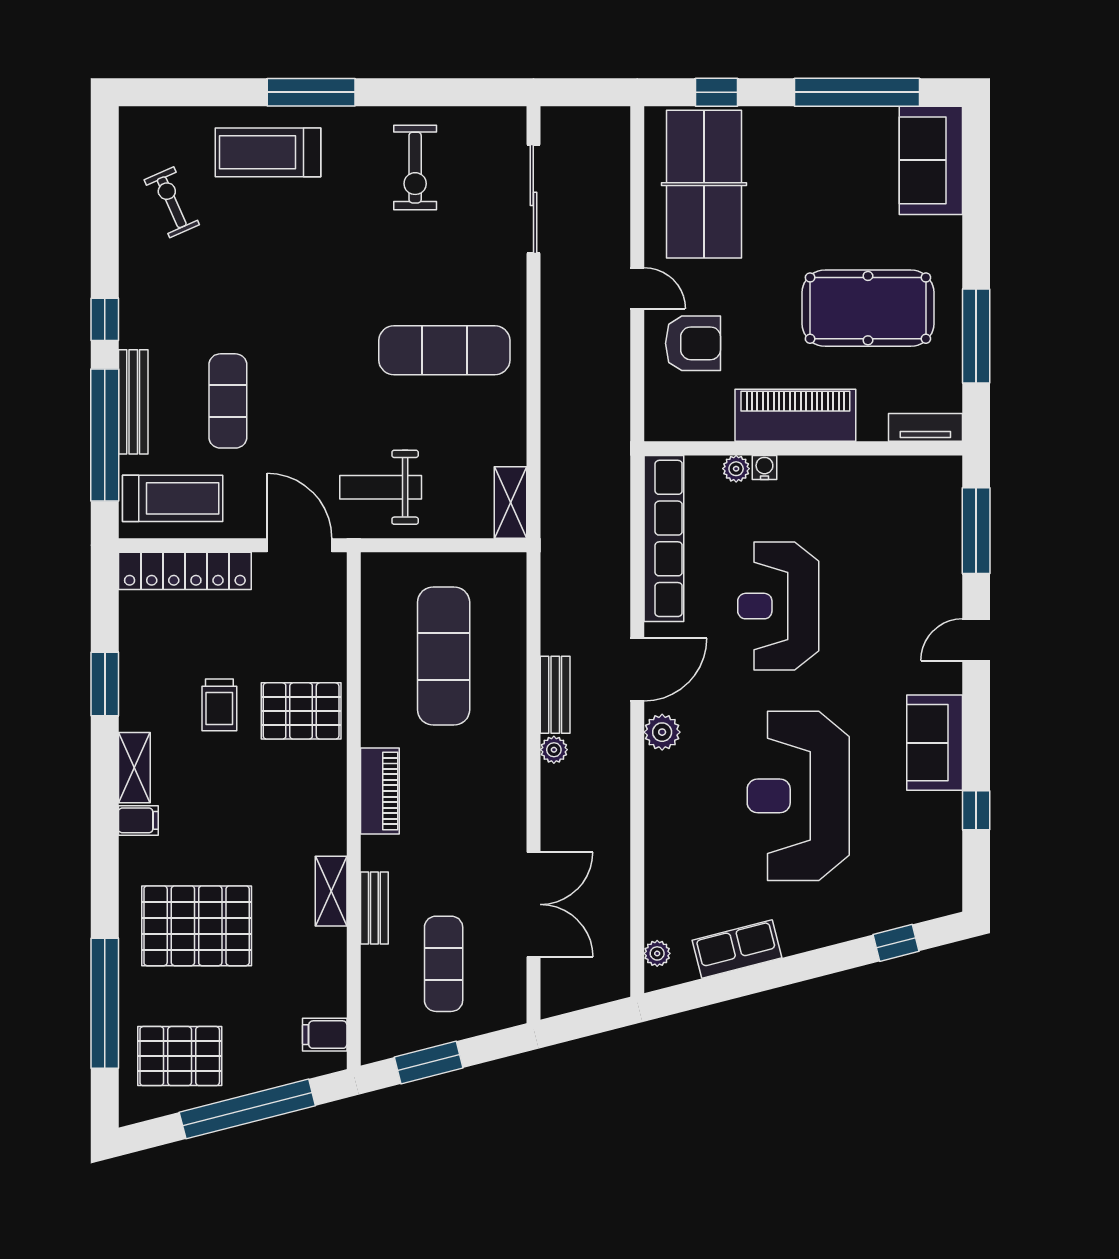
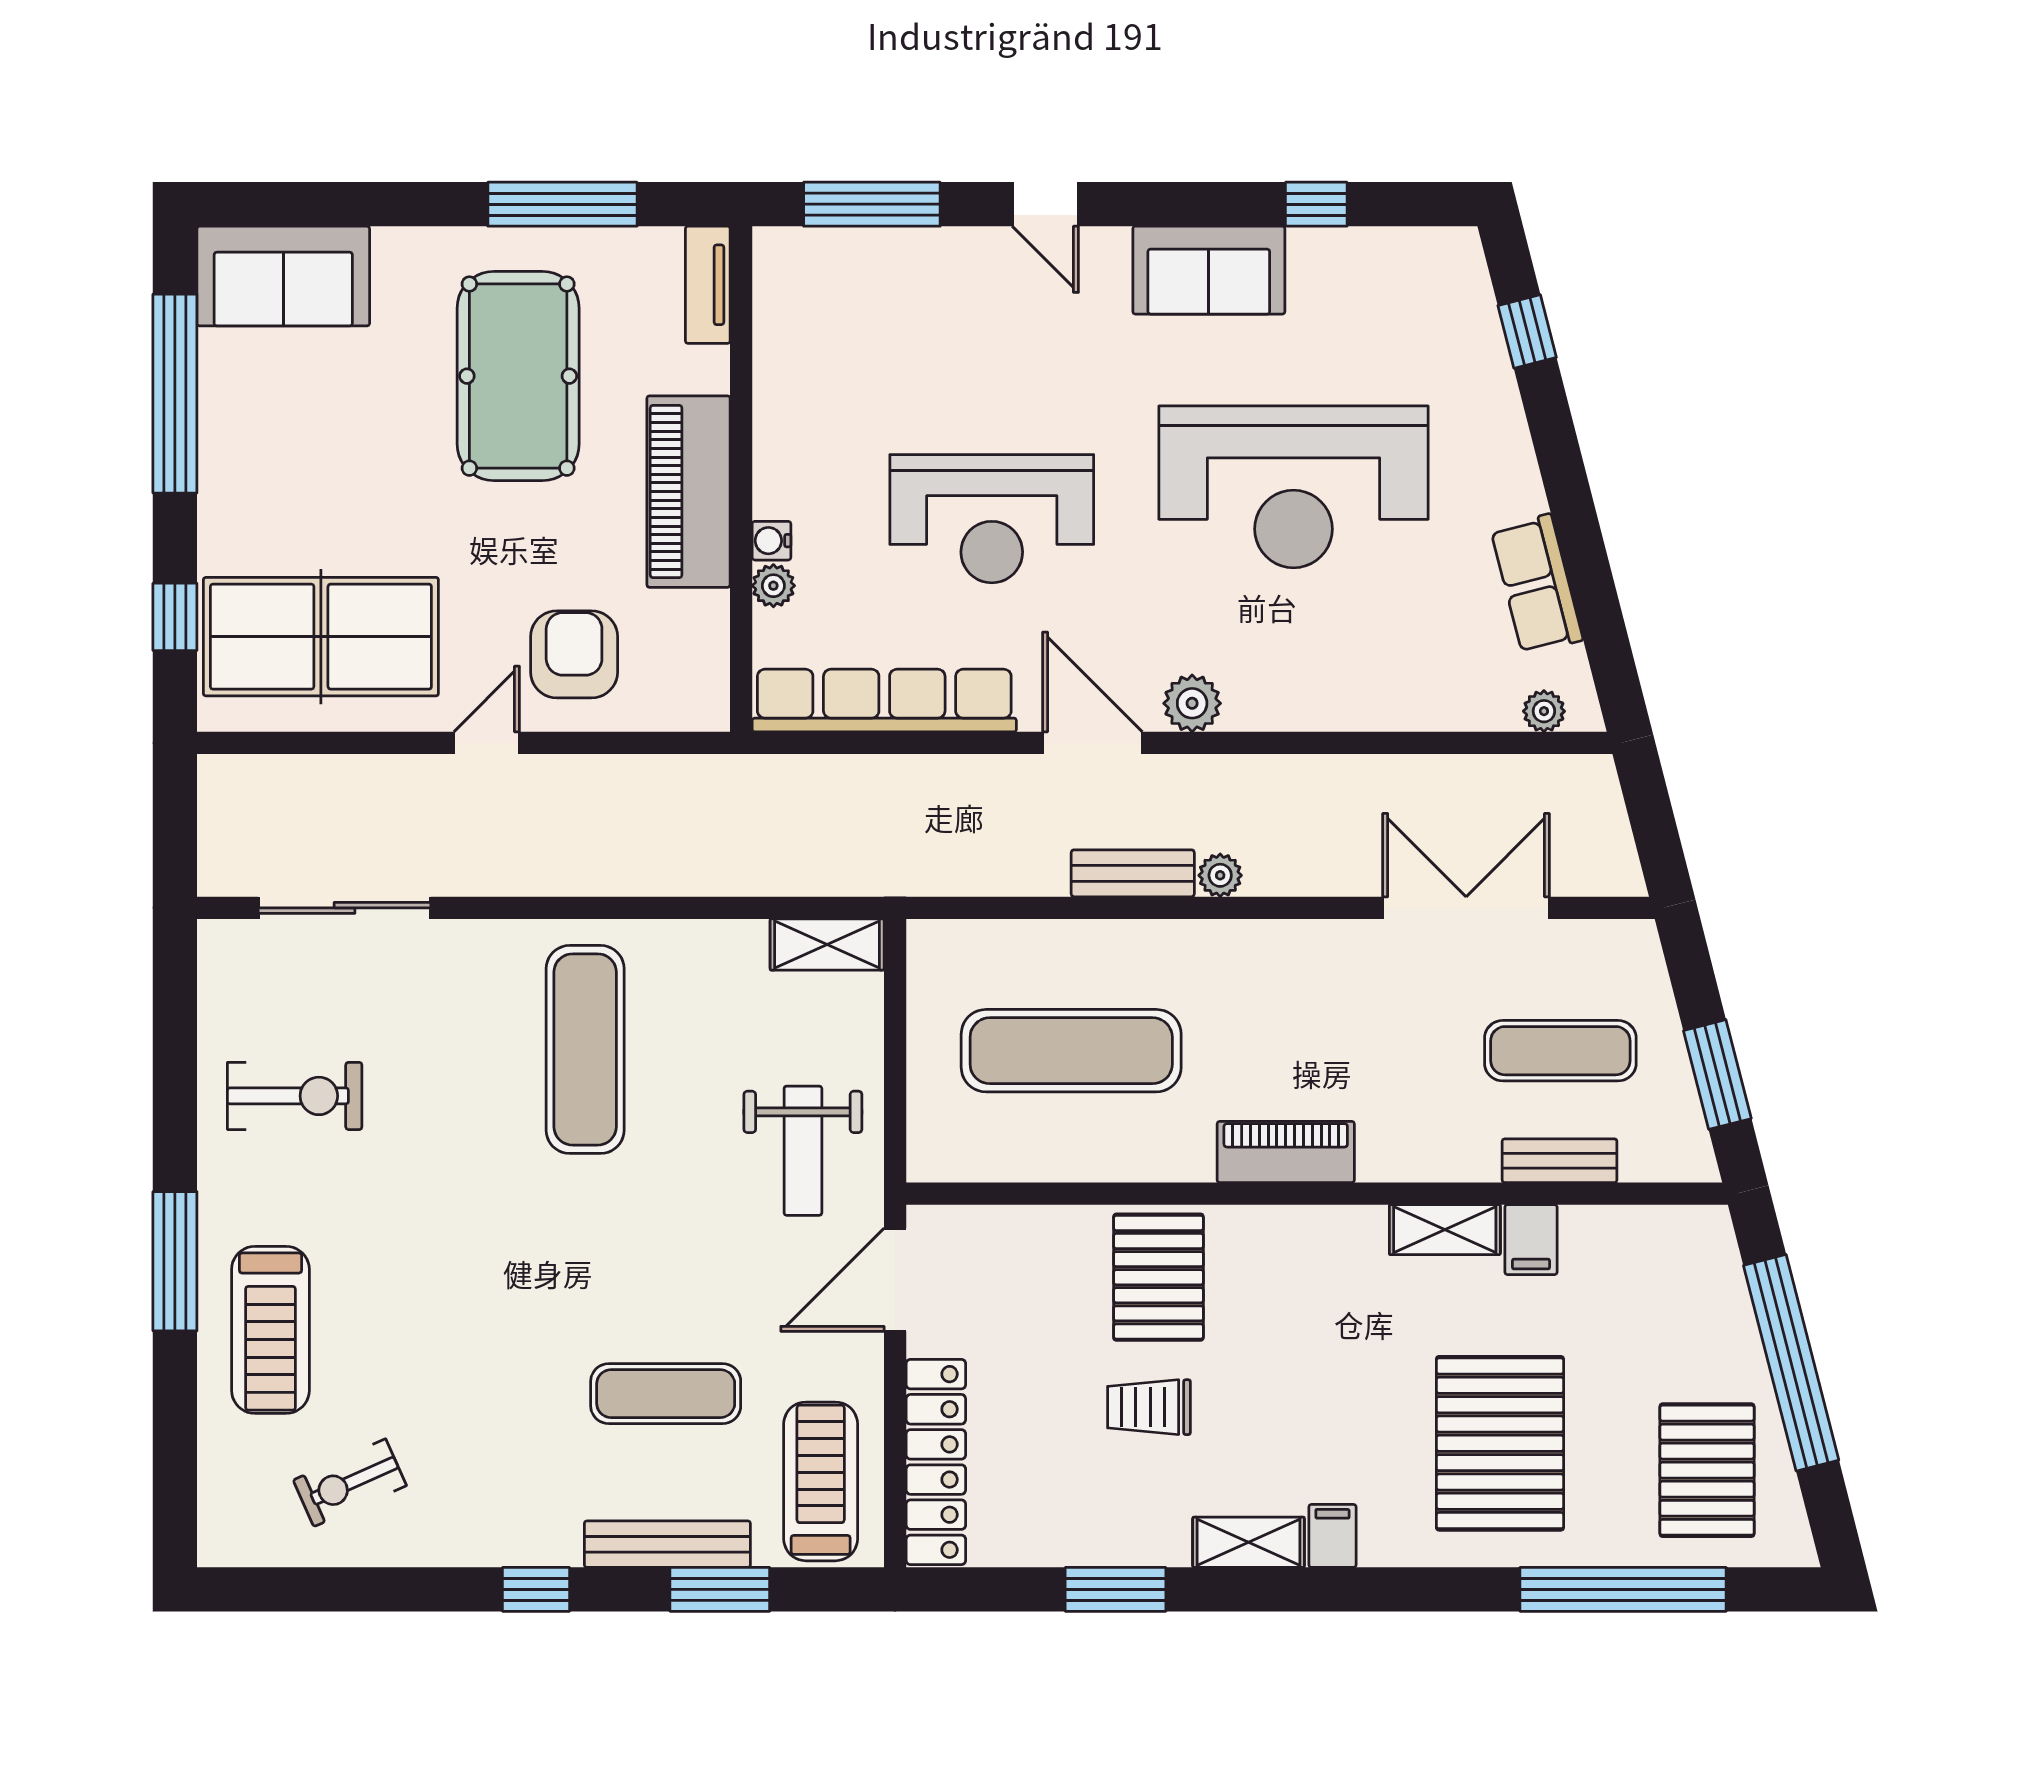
window: (105, 435) -> (720, 1589), width x0.47
trolley: (219, 705) -> (1149, 1407), turned 180
bench: (374, 908) -> (1560, 1161), moved
filing cabinet: (325, 1035) -> (1531, 1240), moved

